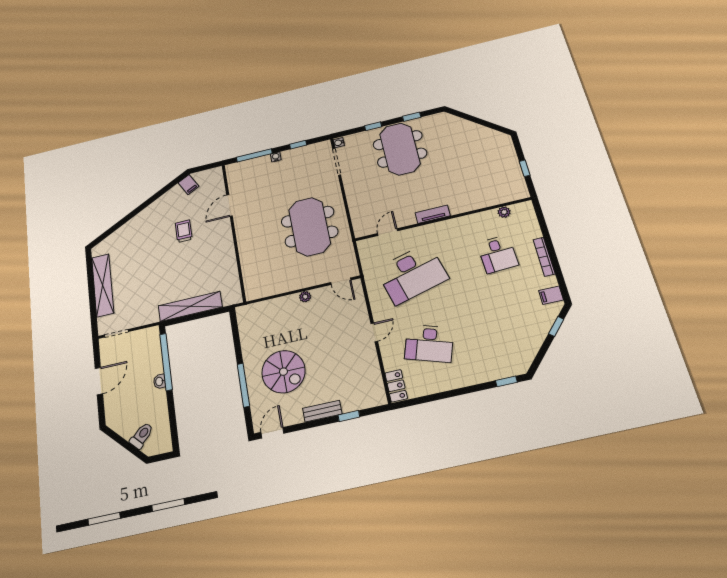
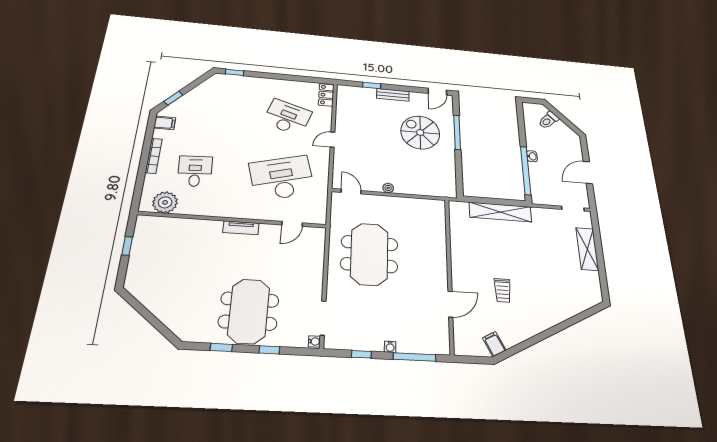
plant: (504, 212) -> (165, 202), width x1.88, depth x1.88
shelving: (103, 285) -> (587, 249), width x0.68

